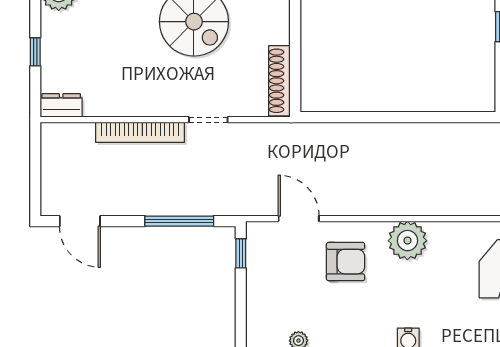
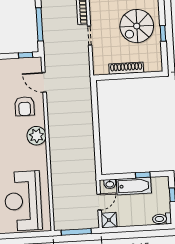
shoe rack: (279, 81) -> (126, 68), moved
door: (299, 219) -> (44, 82), swing flipped

